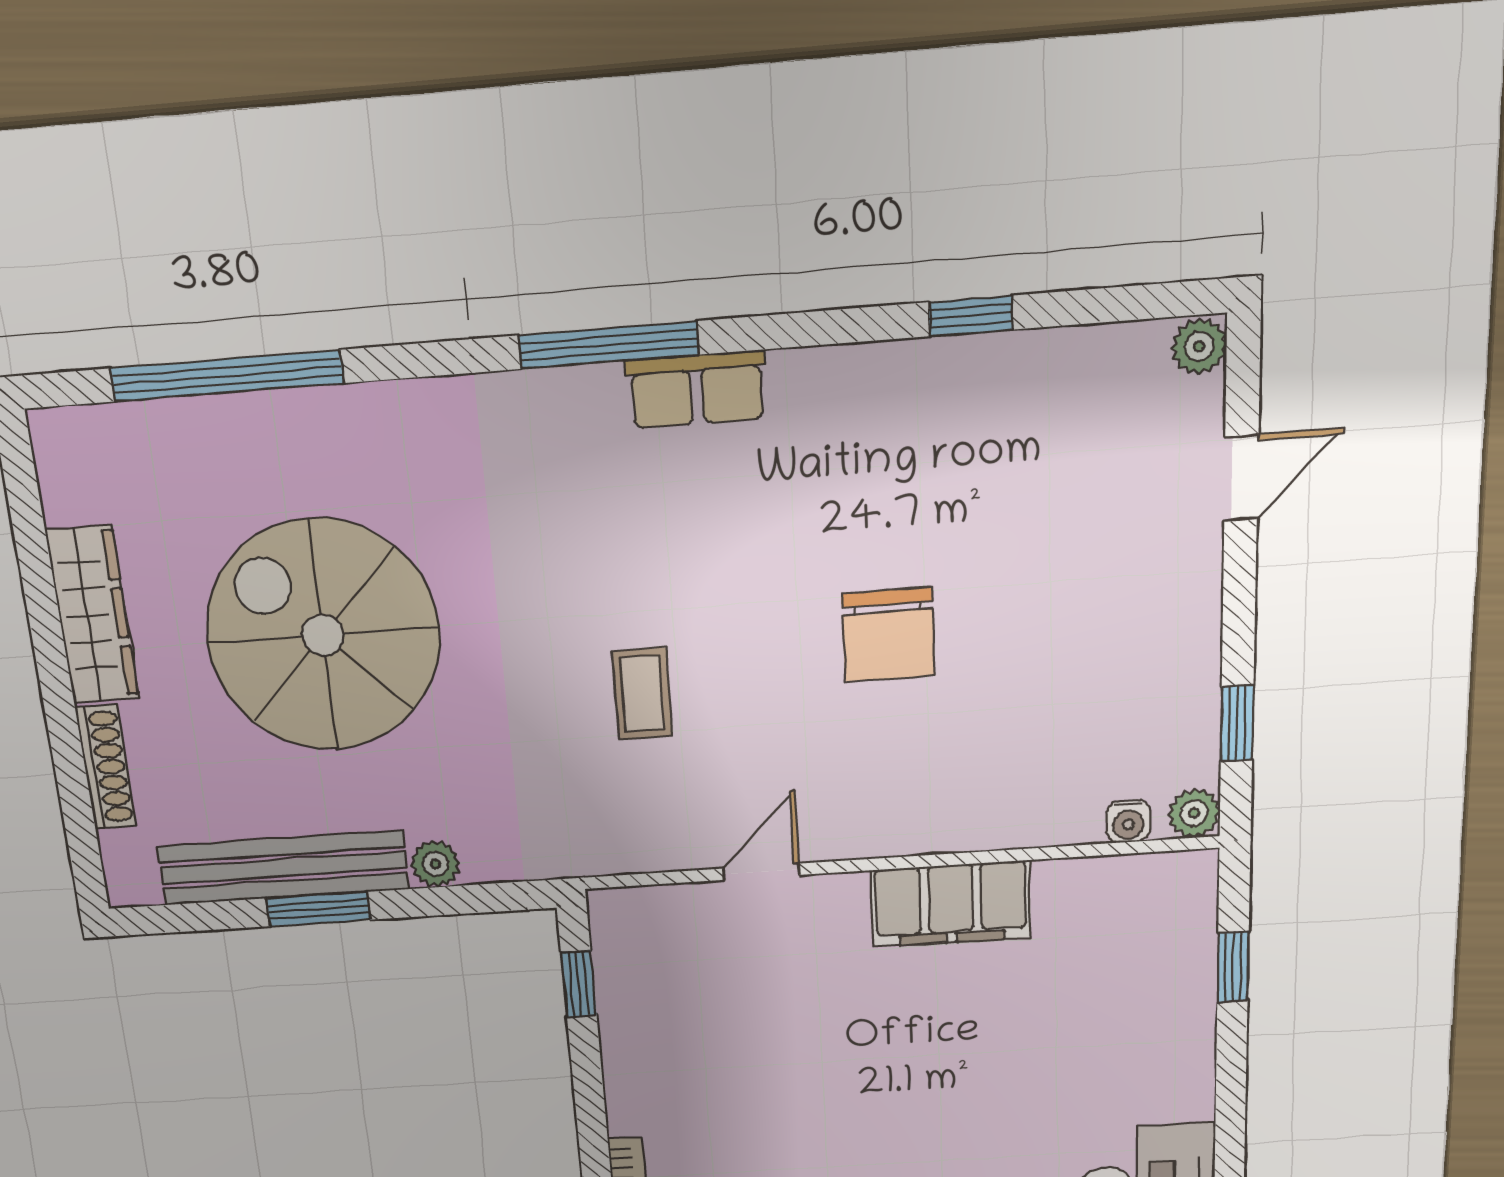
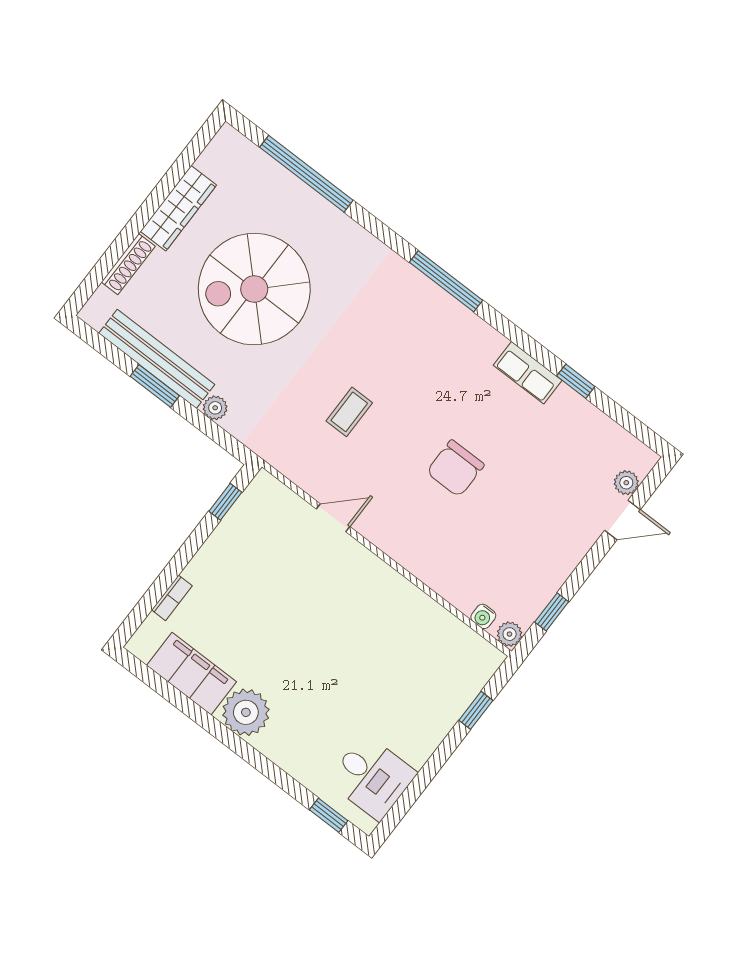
plant: (1199, 346) -> (626, 483), moved
row of seats: (697, 389) -> (528, 373), moved
spiral stairs: (323, 635) -> (254, 289), turned -90
filing cabinet: (951, 904) -> (392, 592), removed

